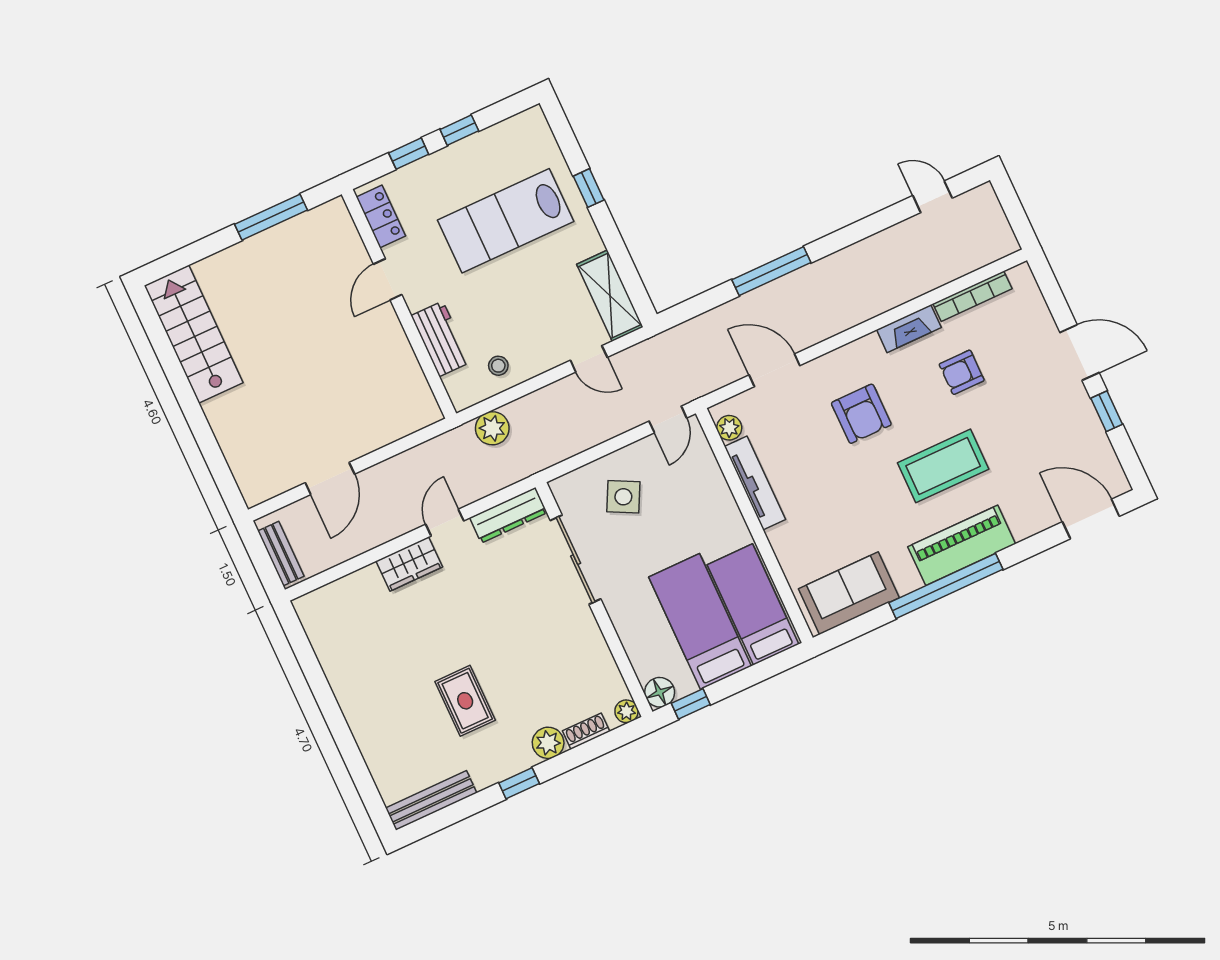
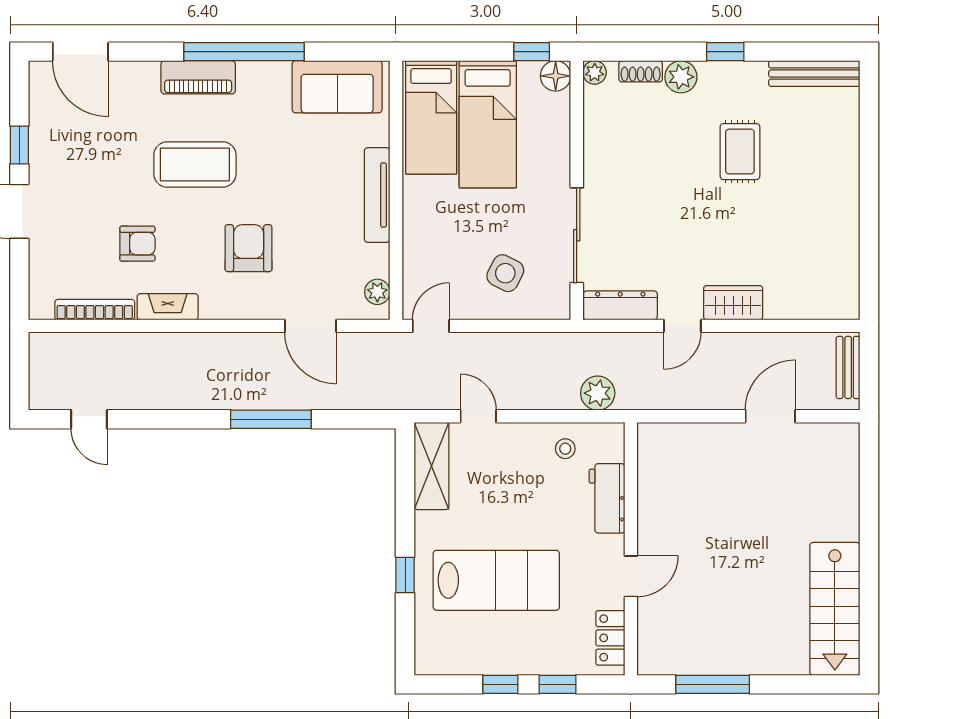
tv unit: (755, 483) -> (377, 195), moved
piano: (962, 545) -> (198, 77), width x0.73, depth x0.75

